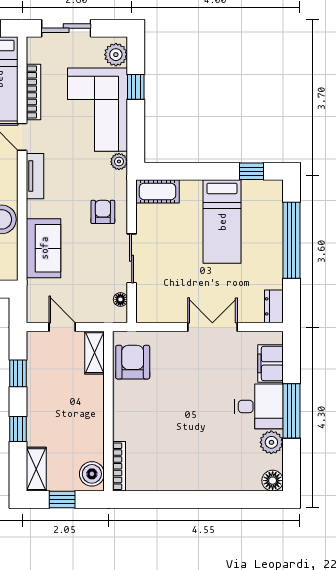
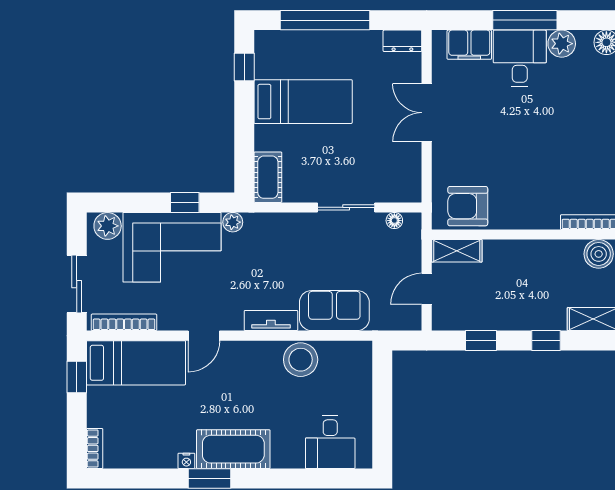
window: (136, 87) -> (185, 203), moved
bookcase: (34, 92) -> (124, 322), moved
tv unit: (35, 176) -> (271, 320), moved
armchair: (103, 212) -> (292, 241), removed

